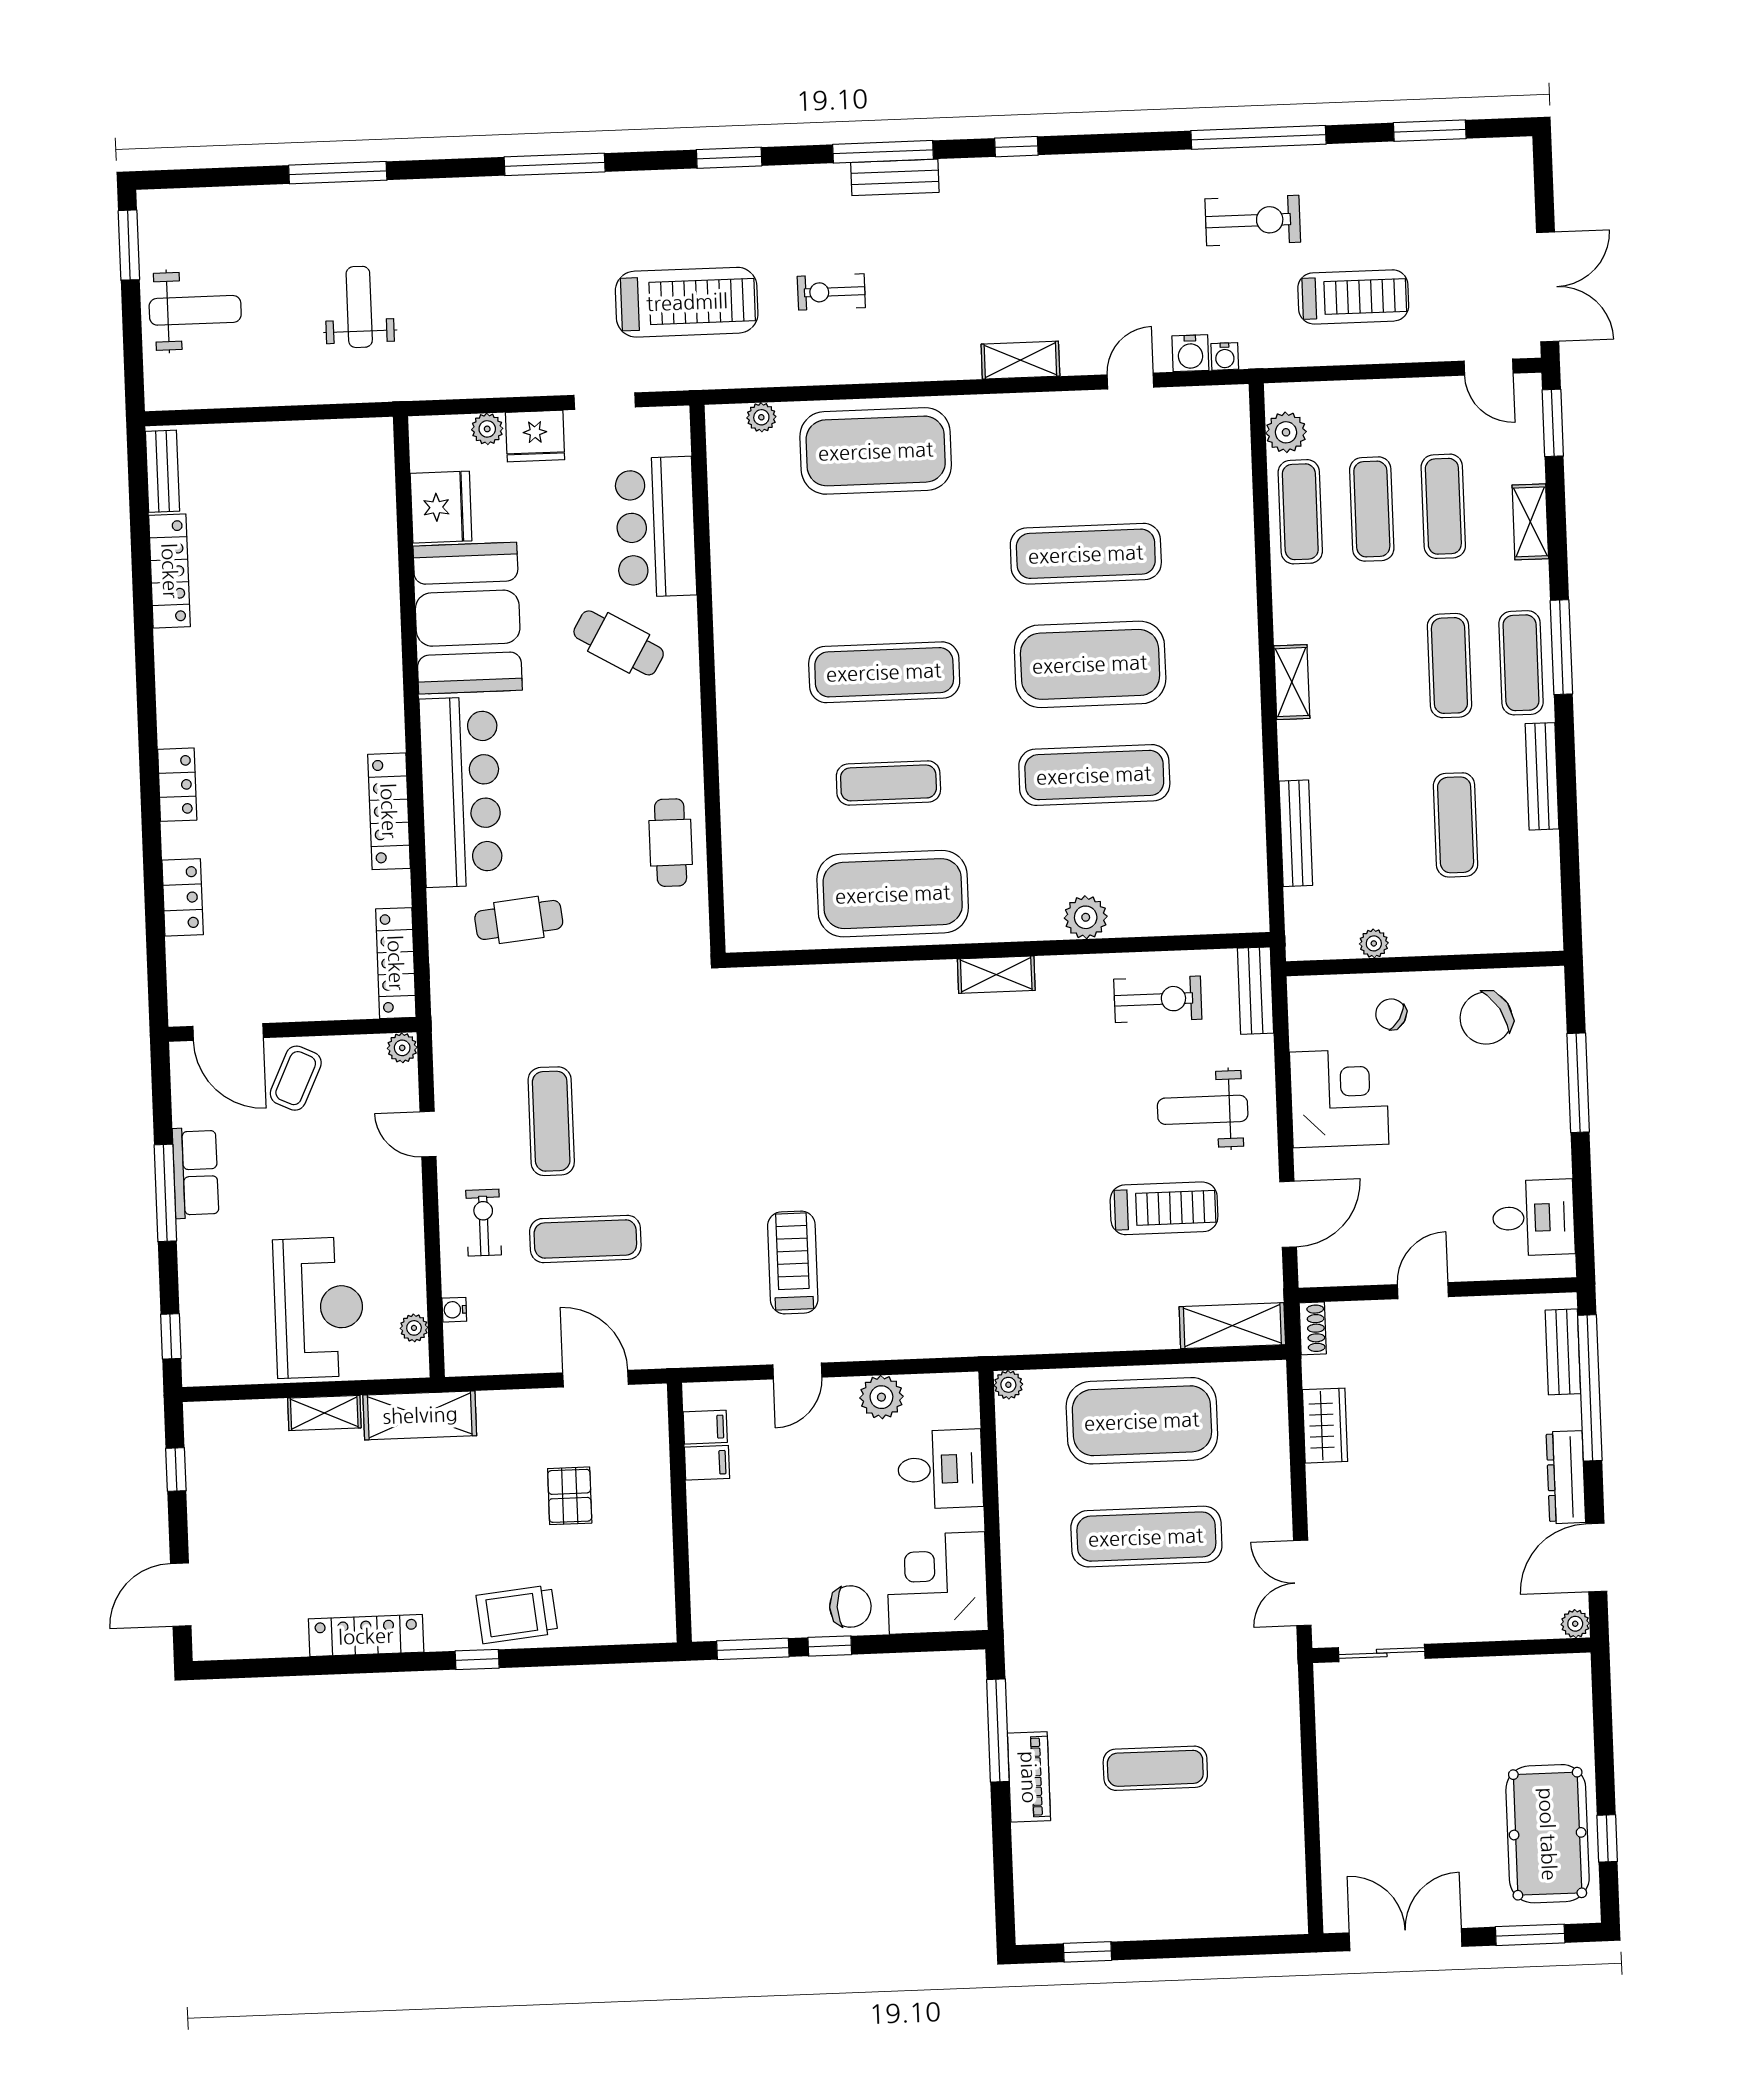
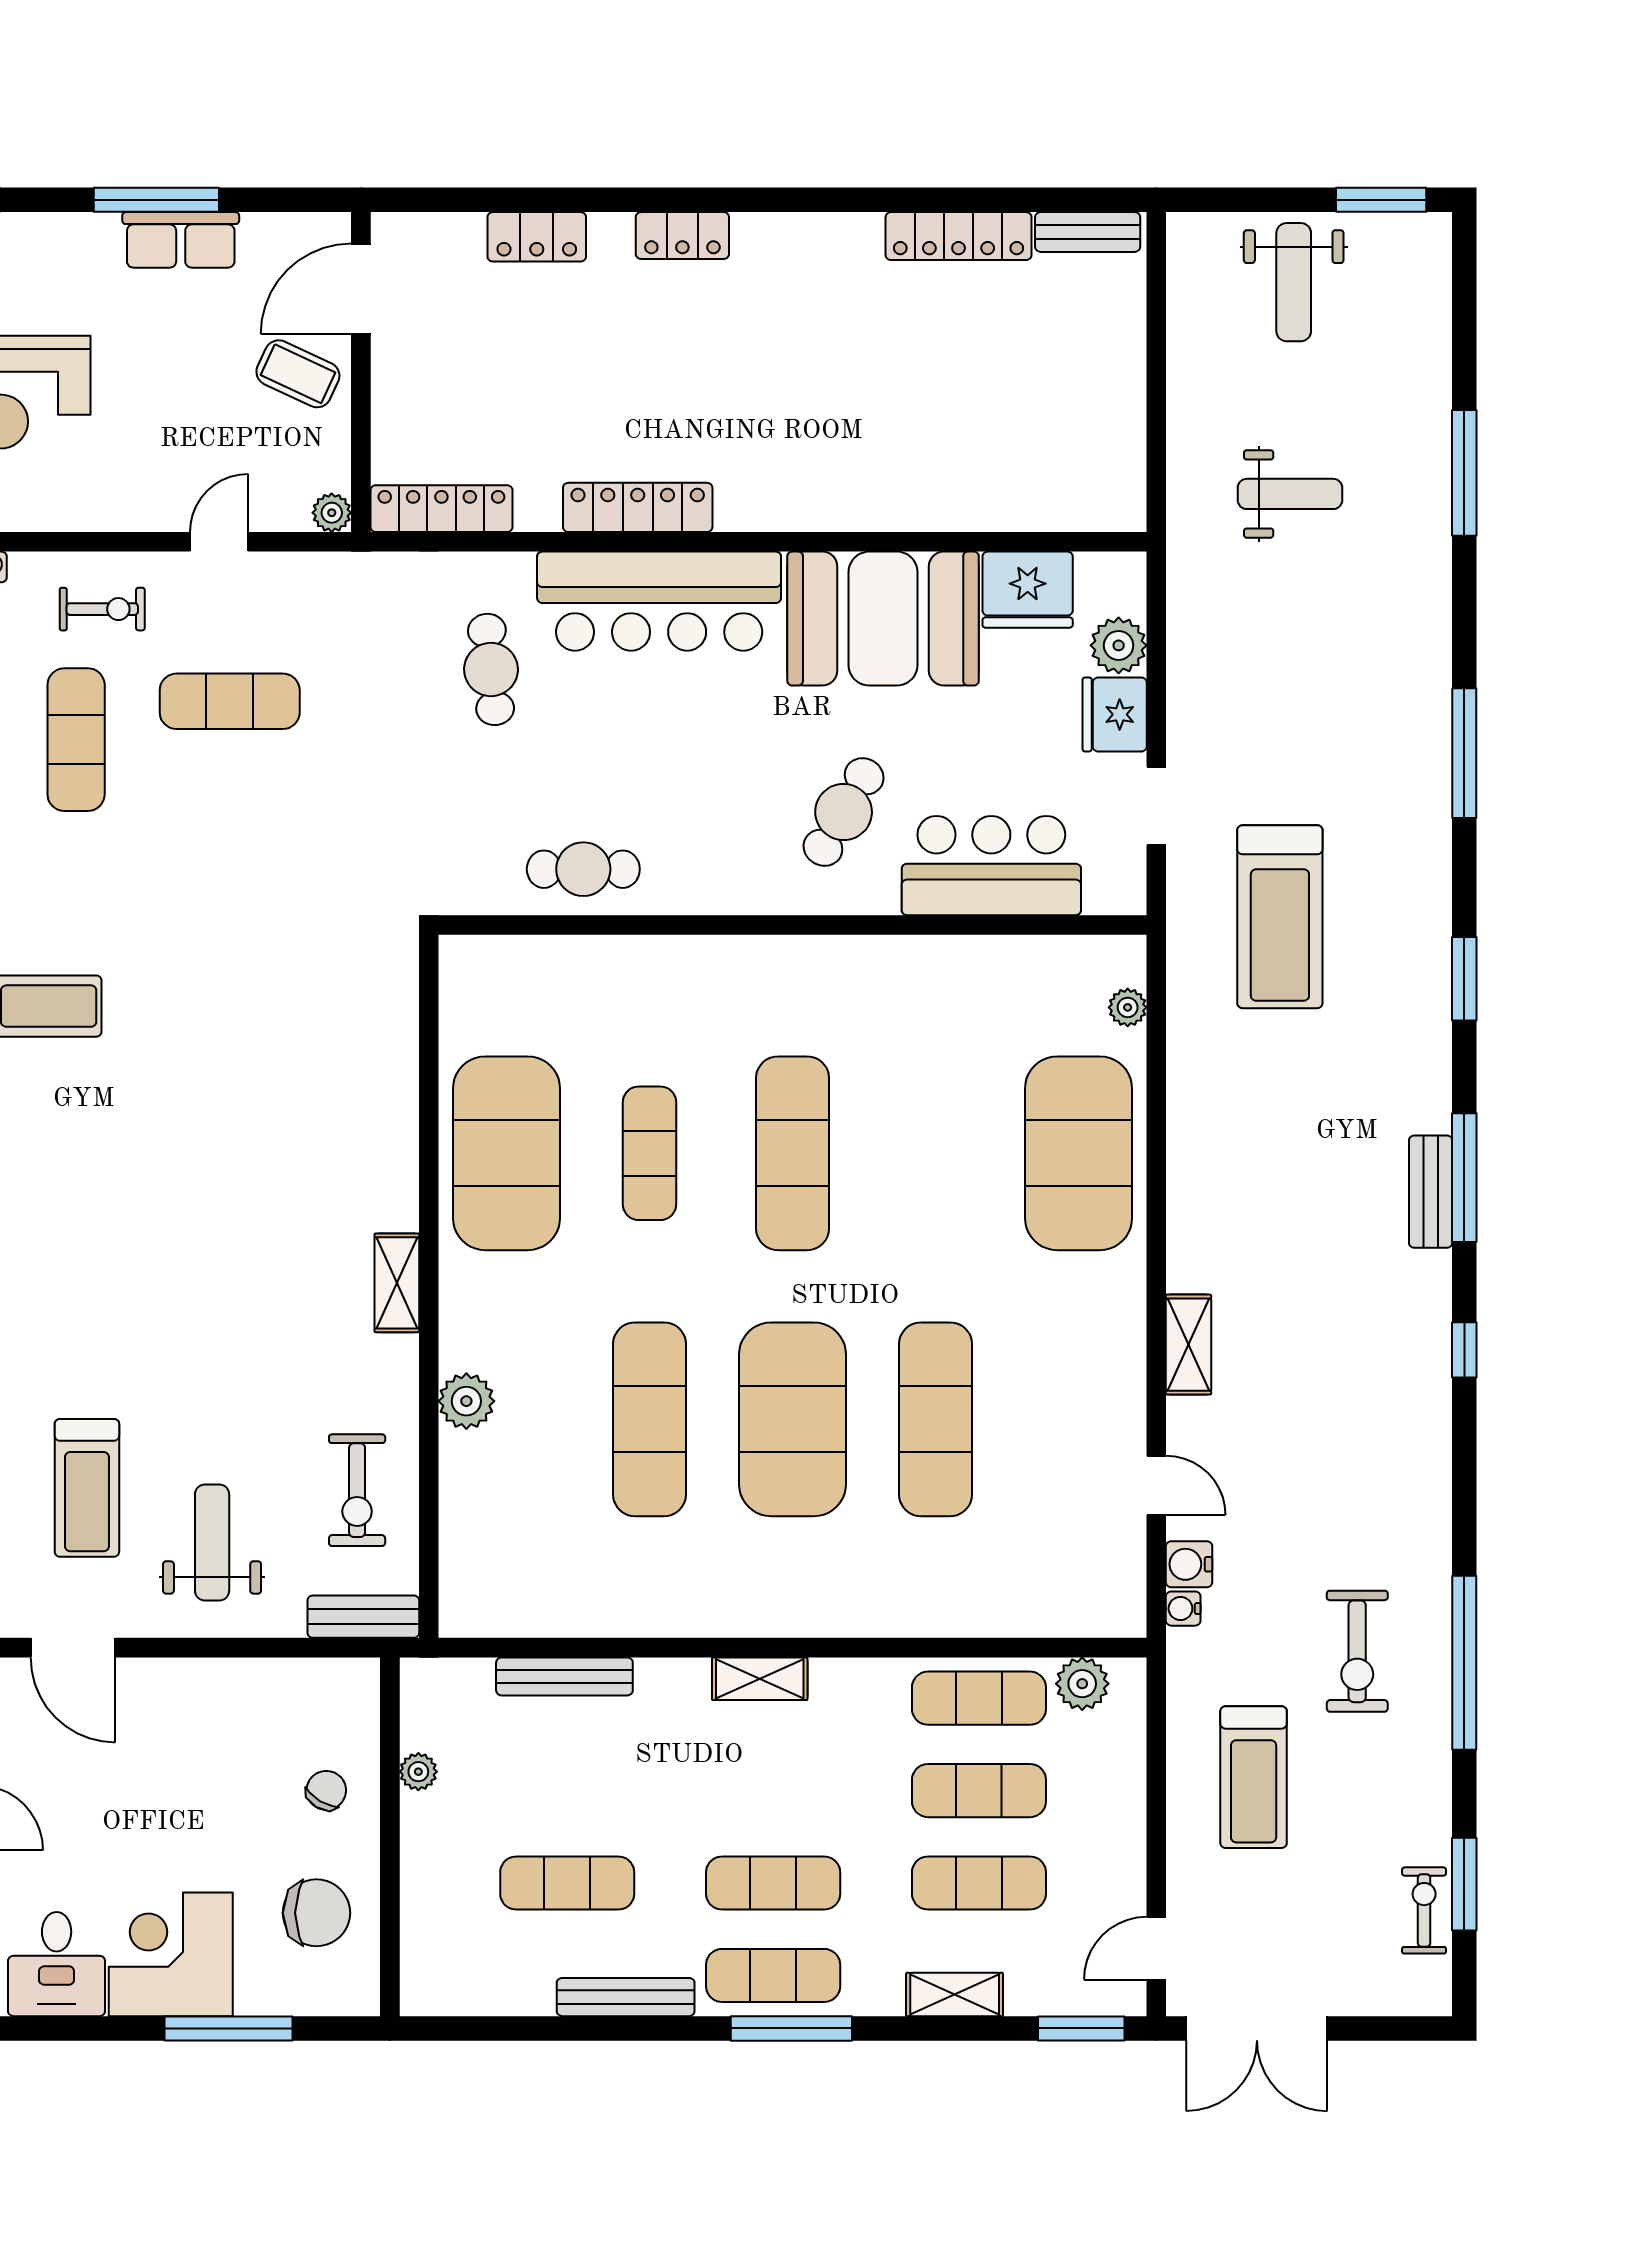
exercise bike: (831, 292) -> (1424, 1910), moved
plant: (487, 429) -> (1119, 645), width x1.38, depth x1.38
chair: (1486, 1018) -> (316, 1913), turned 122
corner desk: (1339, 1098) -> (171, 1954), moved, turned 180

